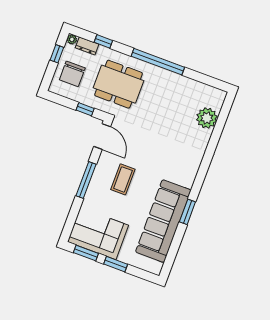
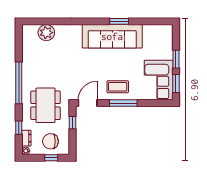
window: (57, 54) -> (51, 158), moved
chair: (72, 74) -> (50, 141), turned 180
coffee table: (123, 179) -> (118, 87), moved
sofa: (163, 221) -> (112, 36), moved

